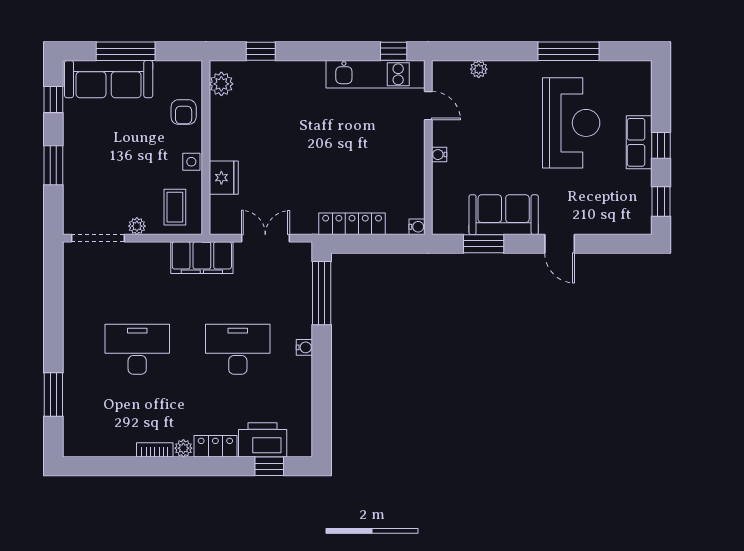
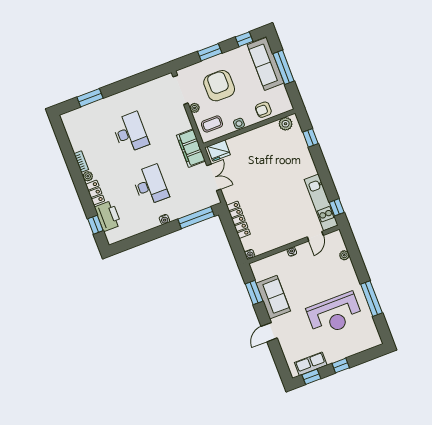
row of seats: (639, 142) -> (311, 364), moved
armchair: (115, 171) -> (219, 86), added
fridge: (224, 178) -> (219, 151), moved

